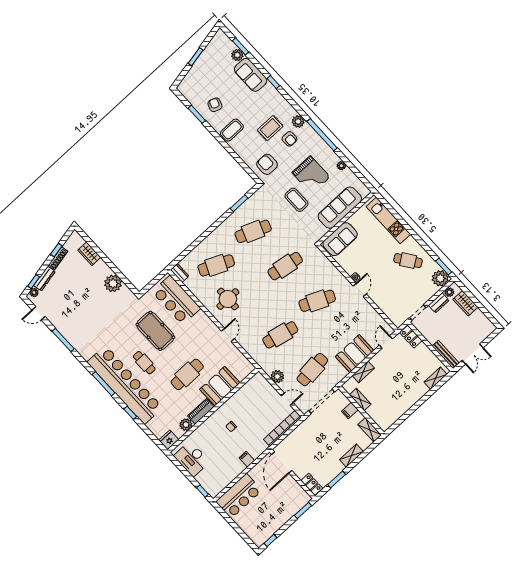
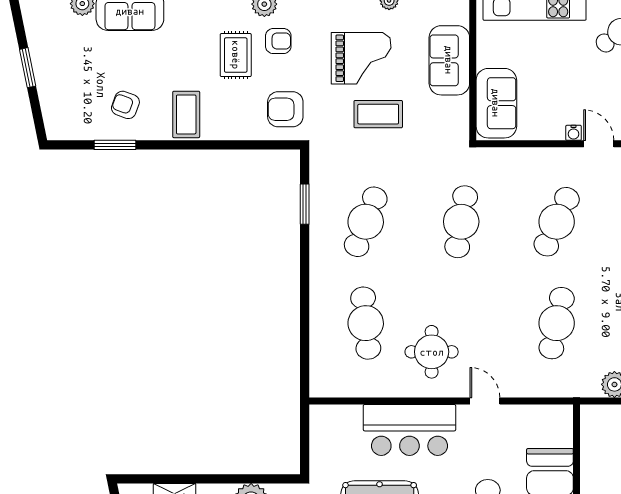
sofa: (340, 208) -> (449, 60), width x0.73
cafe table: (216, 265) -> (366, 323), turned -30
dresser: (180, 273) -> (327, 388), removed
bar counter: (176, 300) -> (409, 430), moved

